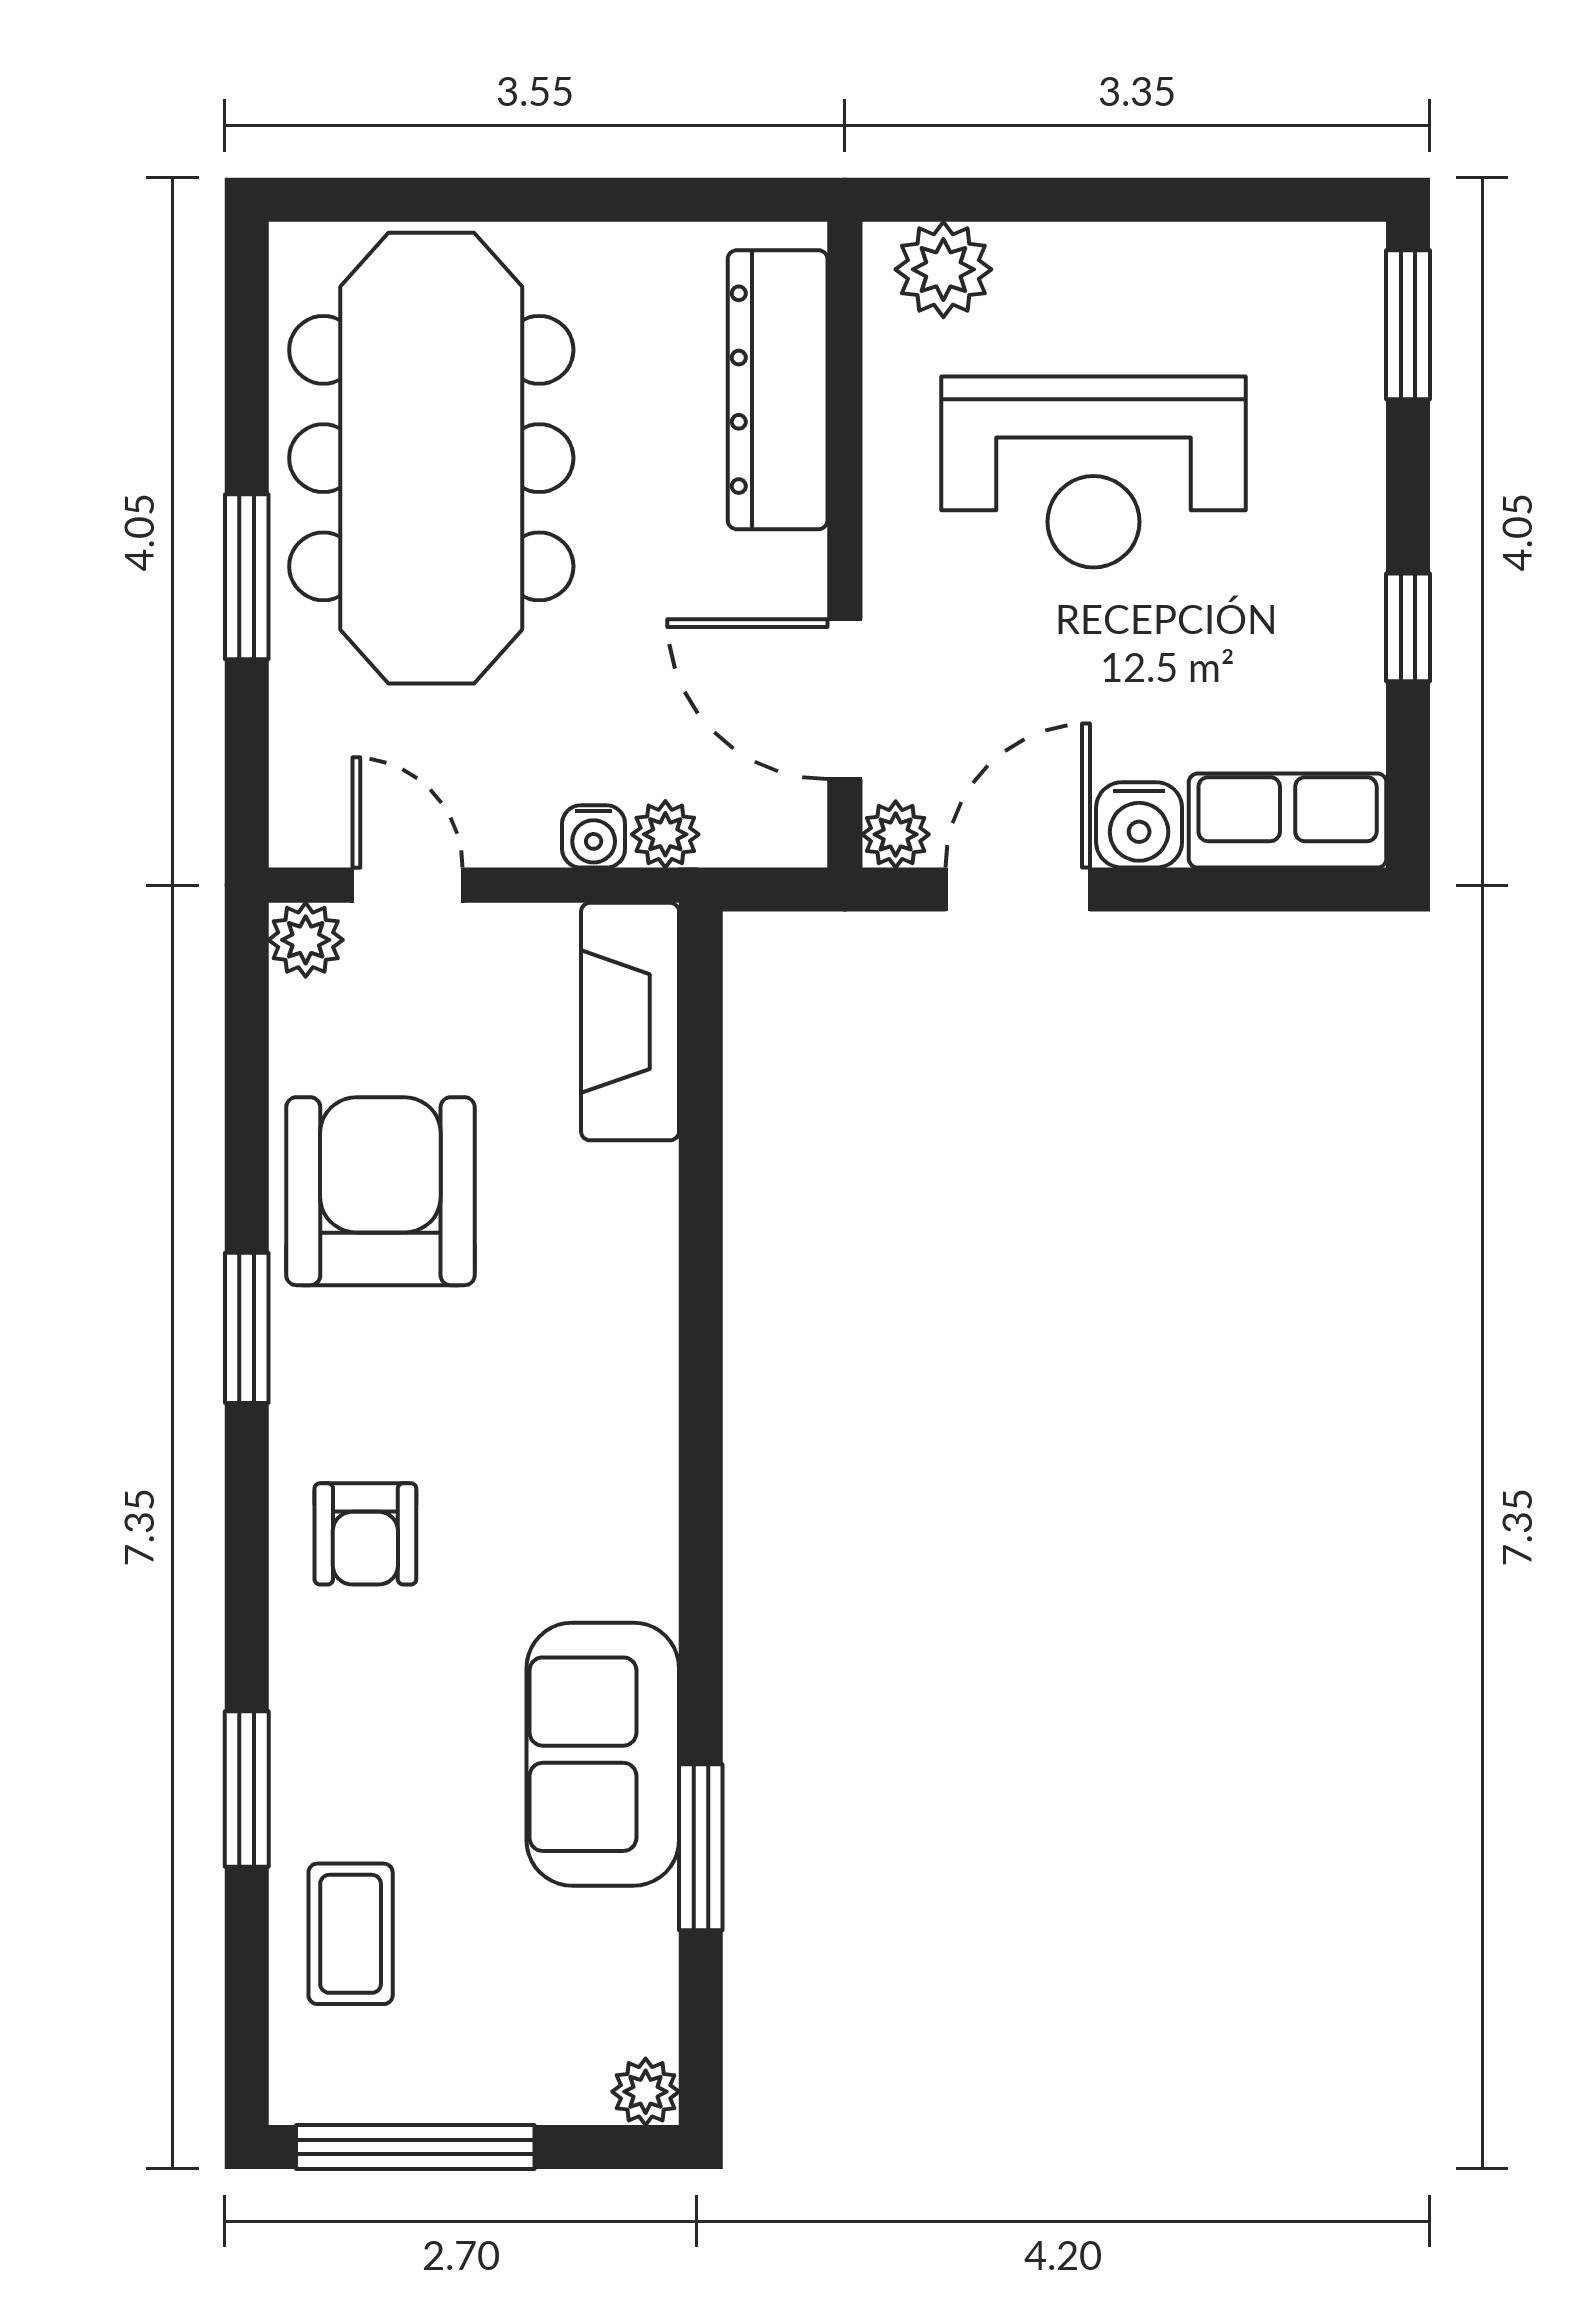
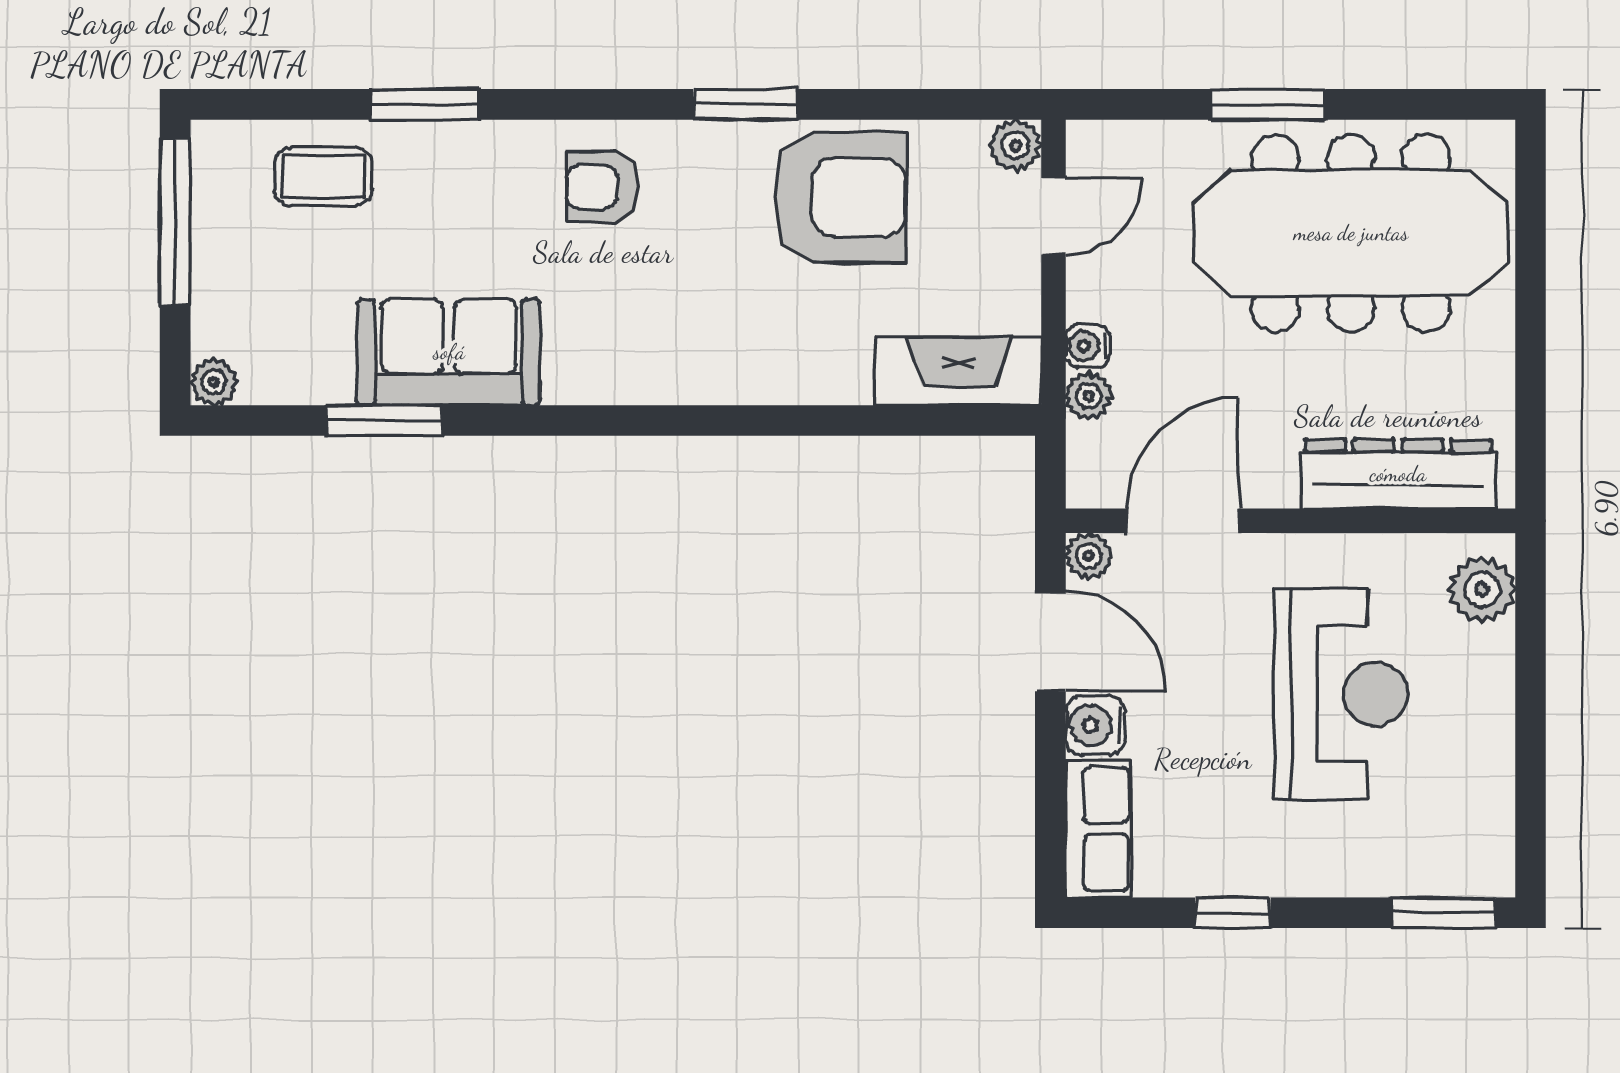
reception desk: (1094, 472) -> (1341, 694), turned 180

